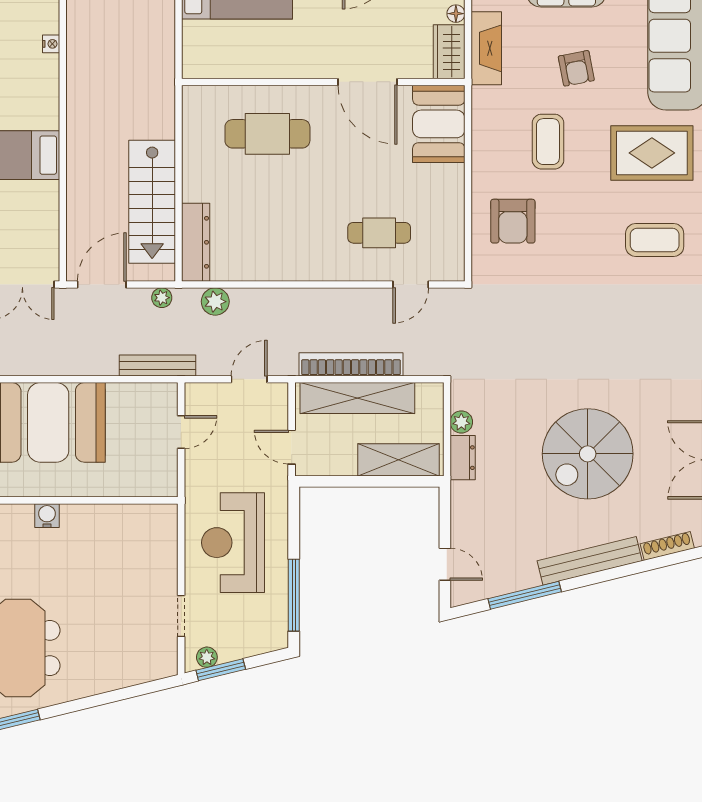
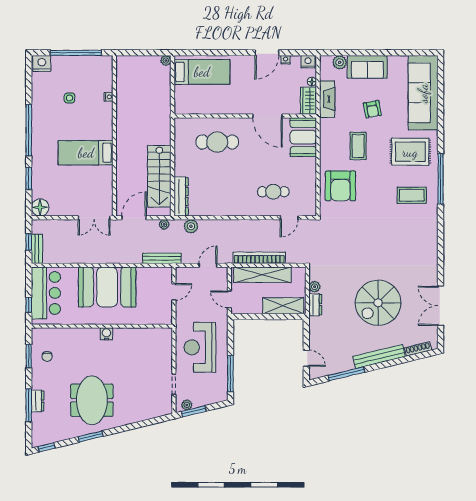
armchair: (513, 221) -> (340, 186), width x1.36, depth x1.36

